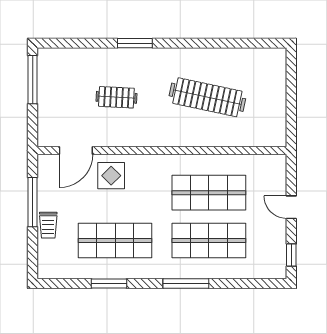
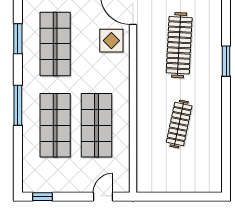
clothes rail: (116, 97) -> (179, 45), width x1.86, depth x1.31
clothes rail: (207, 97) -> (179, 124), width x0.73, depth x0.76
door: (291, 207) -> (103, 197), moved

